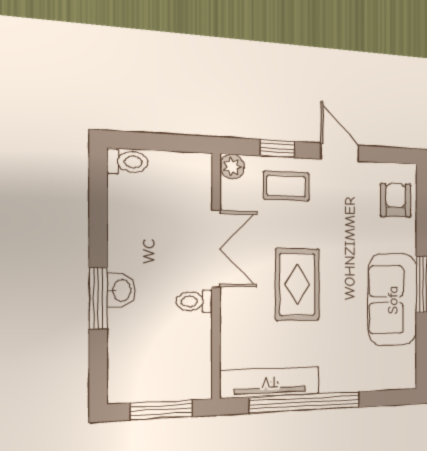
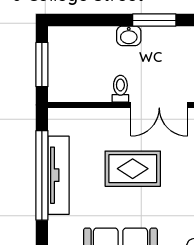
window: (98, 298) -> (154, 20), moved
tv unit: (270, 382) -> (59, 175), moved

